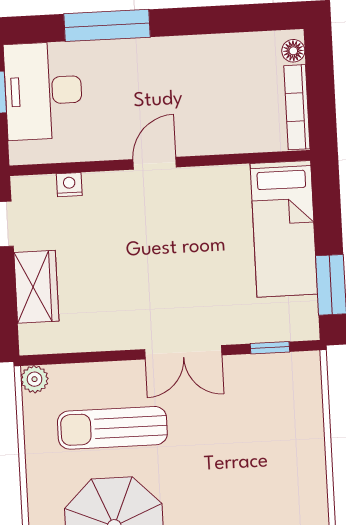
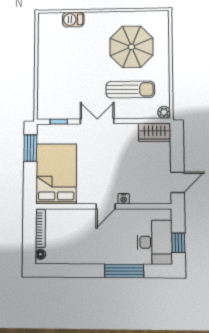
nightstand: (69, 185) -> (124, 199), moved
bed: (284, 229) -> (56, 174), width x1.50
wardrobe: (36, 287) -> (155, 132), moved, turned -90

